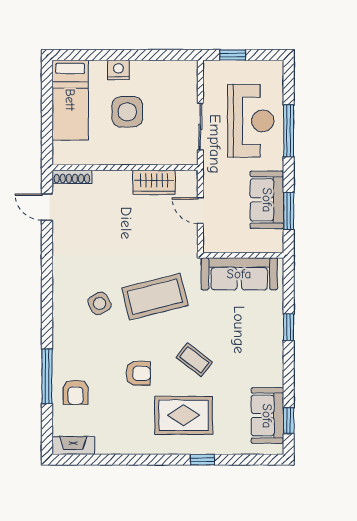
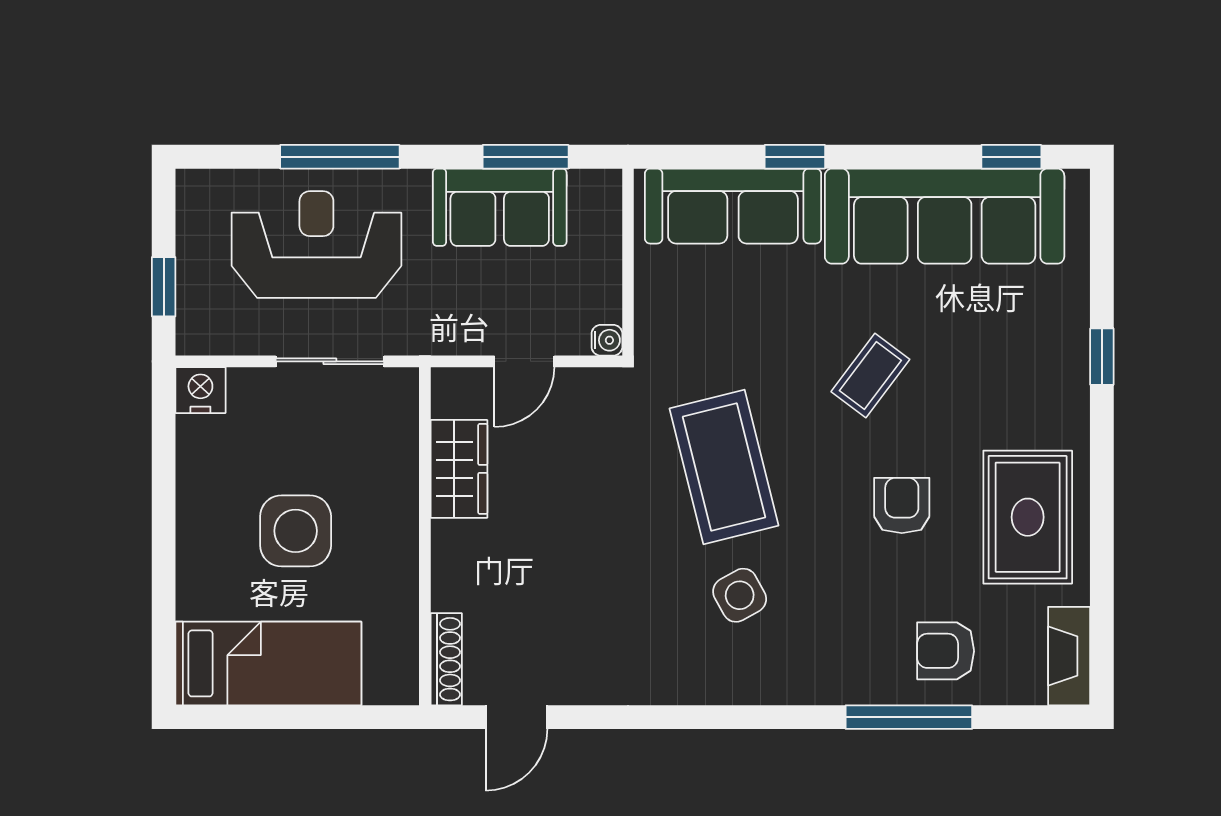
nightstand: (118, 70) -> (200, 390), moved, turned 90
water cooler: (209, 246) -> (607, 340), added
sofa: (239, 274) -> (733, 206), moved, turned 90
armchair: (76, 392) -> (946, 651), turned 180
rug: (184, 415) -> (1028, 517), moved
sofa: (267, 416) -> (945, 216), width x1.85, depth x1.27

